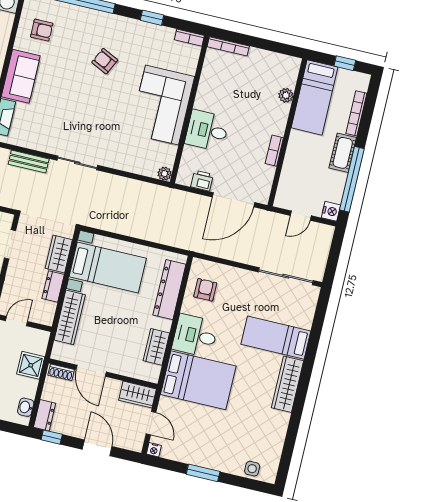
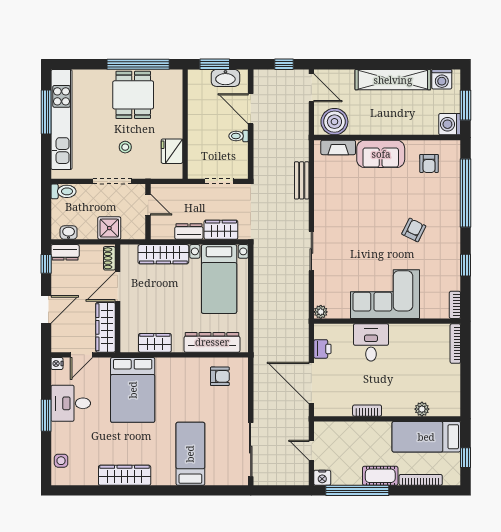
sliding door: (77, 163) -> (311, 251), moved
desk: (195, 336) -> (71, 403), moved, turned -90
wardrobe: (287, 384) -> (125, 475), moved
wardrobe: (137, 395) -> (105, 327), width x1.50

